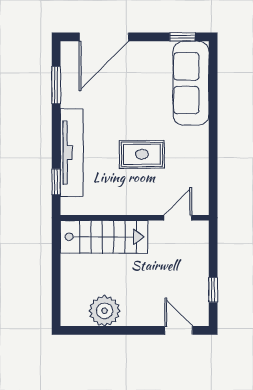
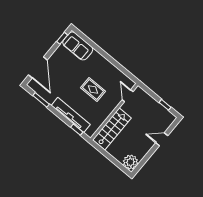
sofa: (191, 83) -> (78, 46), width x0.73
rug: (142, 154) -> (93, 89), turned 90
plant: (105, 311) -> (130, 162), moved
door: (179, 330) -> (162, 139), moved

